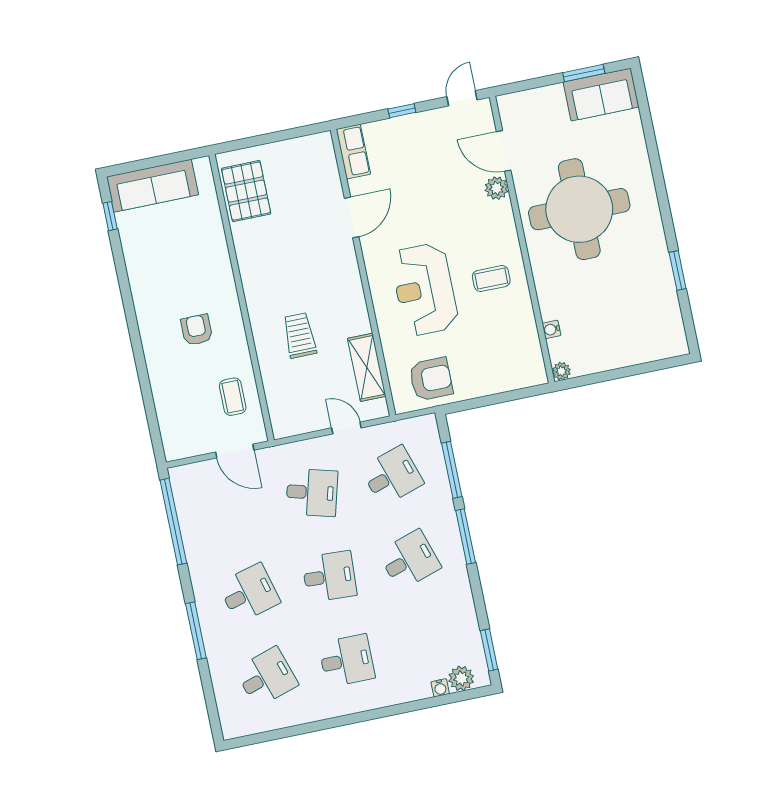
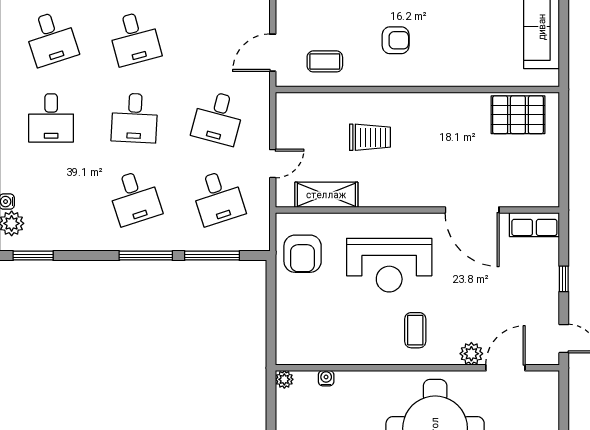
door: (352, 217) -> (472, 210), width x1.36
coffee table: (491, 279) -> (415, 330), moved
reception desk: (424, 289) -> (389, 265), turned 180

